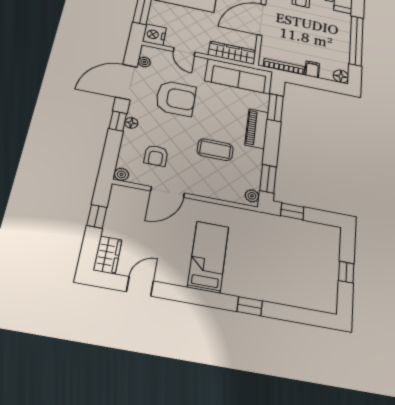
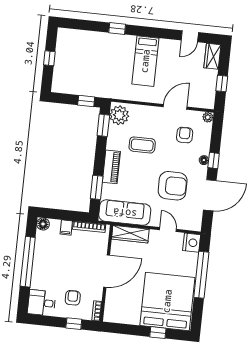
plant: (144, 62) -> (198, 215), removed
armchair: (176, 98) -> (173, 186), turned 180
plant: (252, 196) -> (119, 115), width x1.87, depth x1.87

